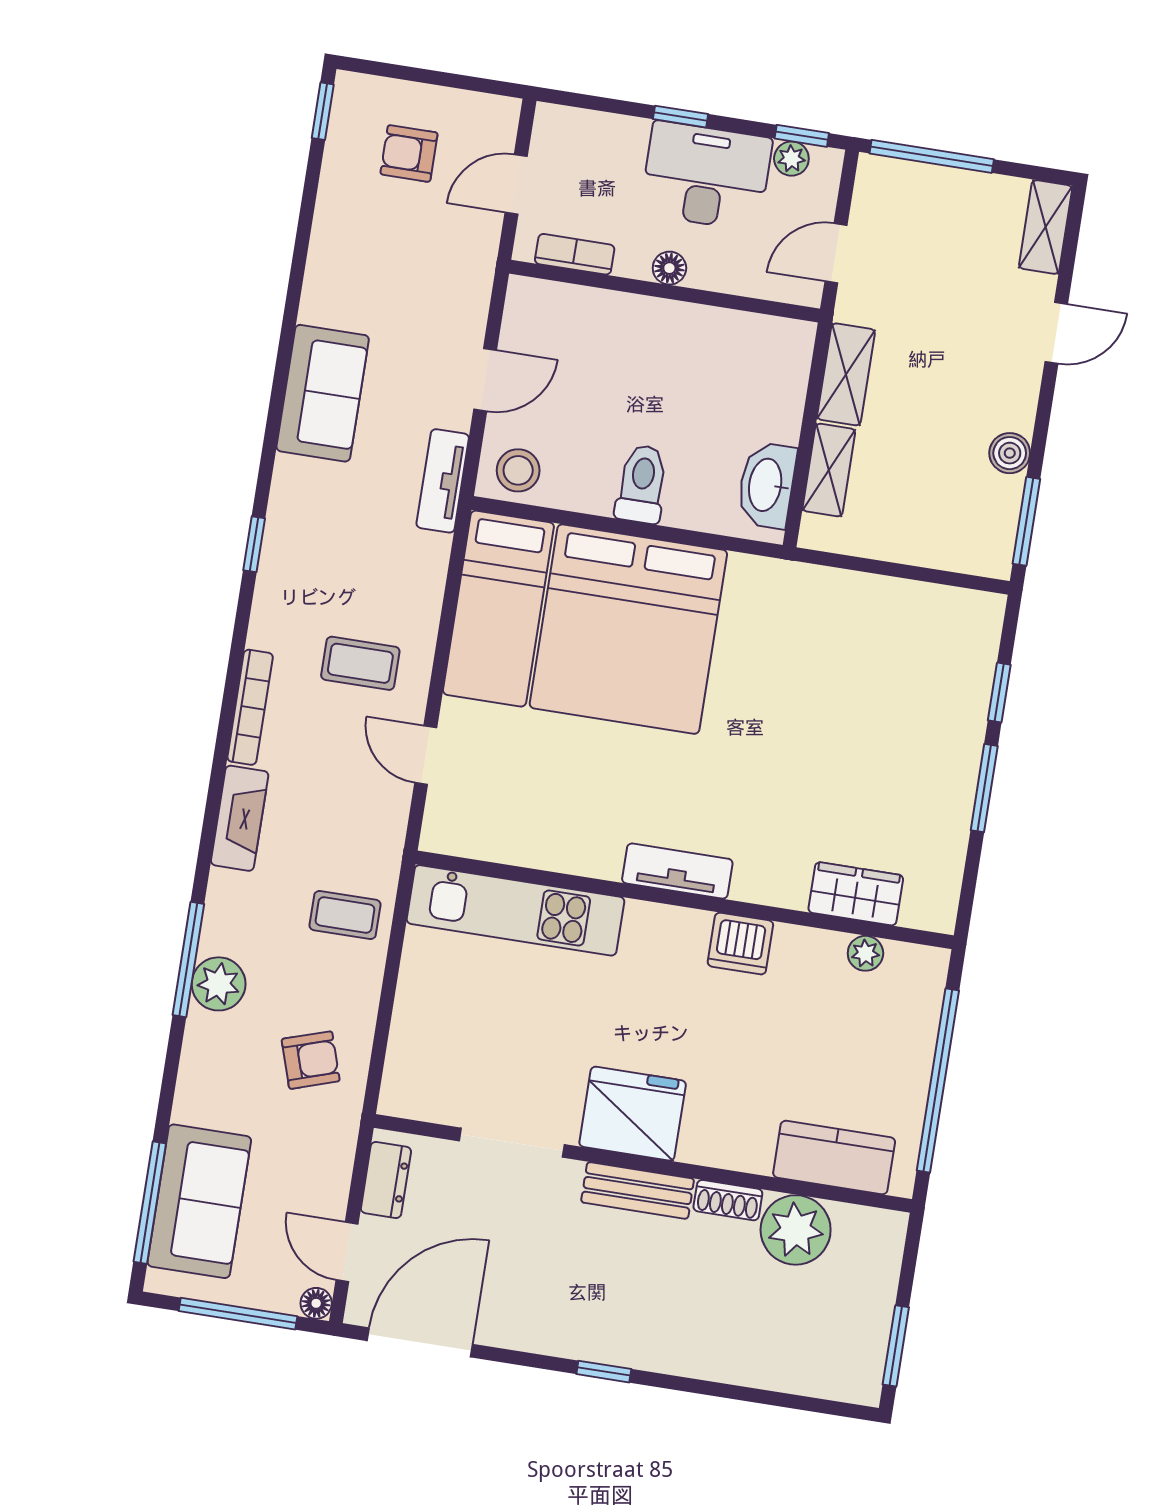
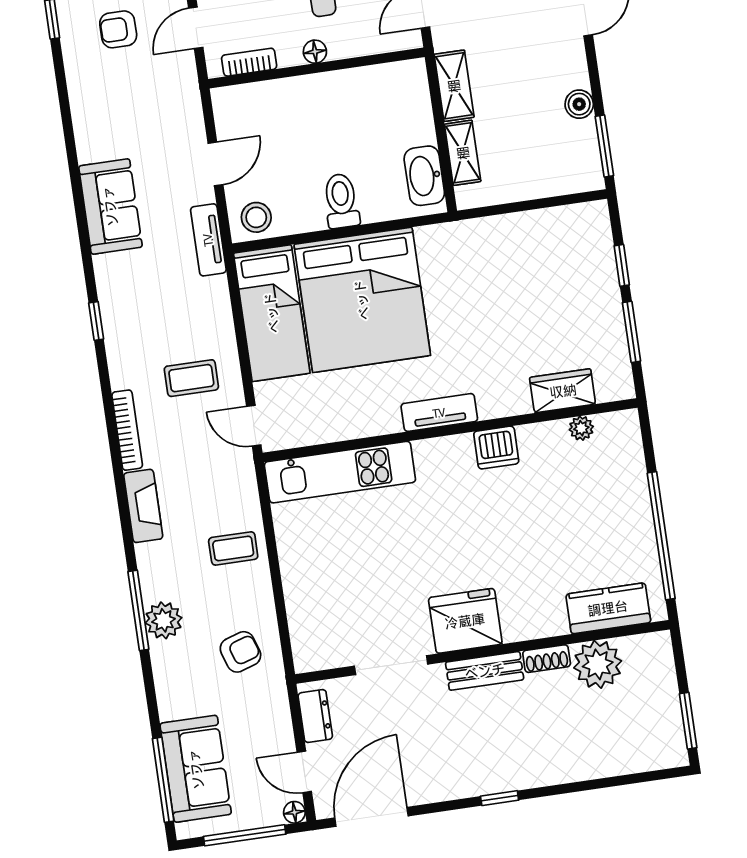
tv unit: (677, 871) -> (439, 413), moved
wardrobe: (856, 894) -> (563, 391), moved
wall: (685, 900) -> (450, 430), moved
kitchen unit: (516, 910) -> (340, 472), moved
dishwasher: (740, 944) -> (496, 448), moved
plant: (865, 953) -> (581, 428), moved

